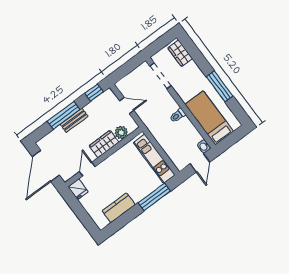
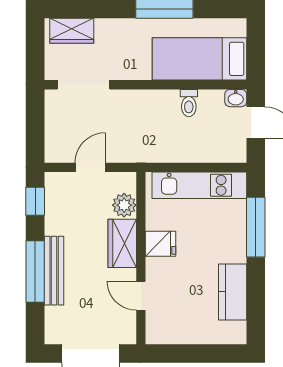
toilet: (178, 116) -> (189, 103), moved
bench: (74, 120) -> (54, 271), width x1.36
fridge: (78, 189) -> (160, 244), moved

